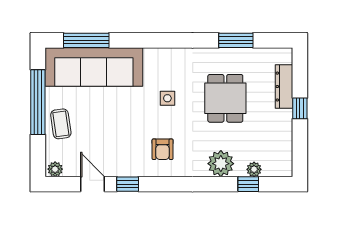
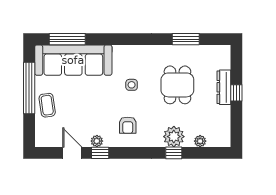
dresser: (284, 87) -> (224, 87), moved
plant: (55, 169) -> (97, 141), moved
window: (248, 184) -> (174, 153), moved

